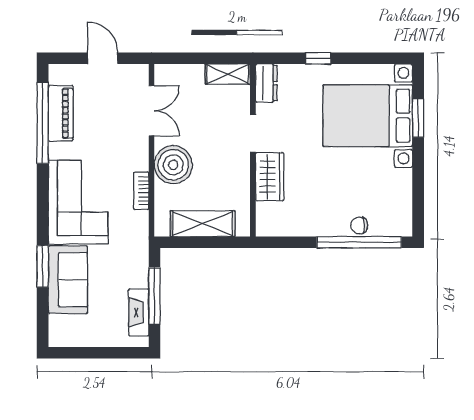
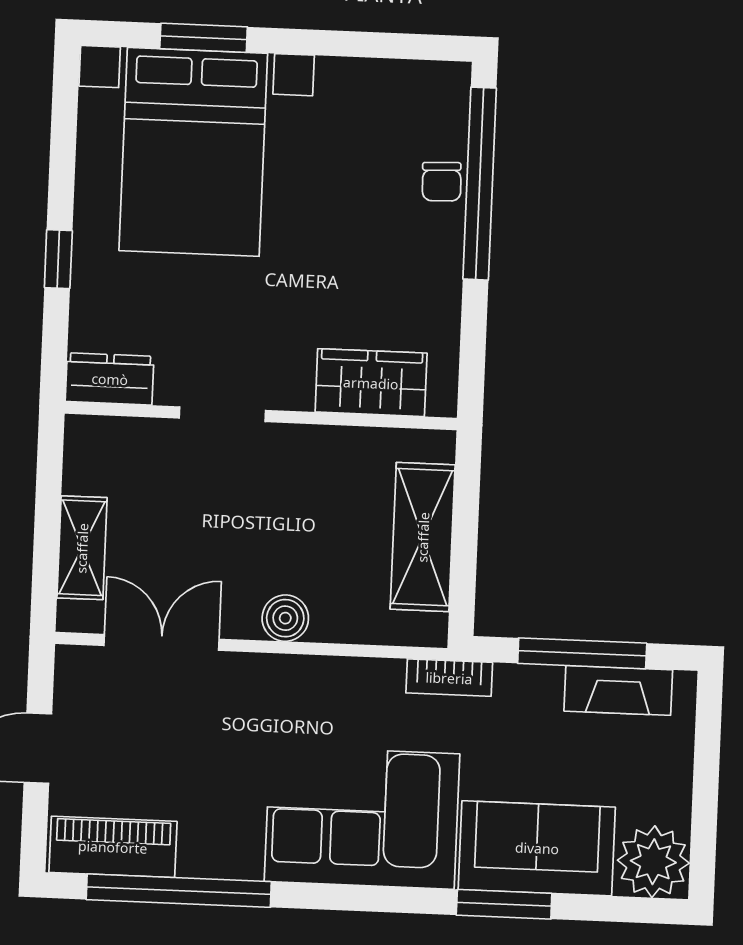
shelving: (228, 74) -> (82, 548), moved
piano: (61, 113) -> (113, 847), moved
boiler: (173, 165) -> (285, 618), width x0.54, depth x0.54
wardrobe: (270, 177) -> (371, 383), moved
bookcase: (141, 191) -> (449, 678), moved
plant: (64, 331) -> (653, 862), added

